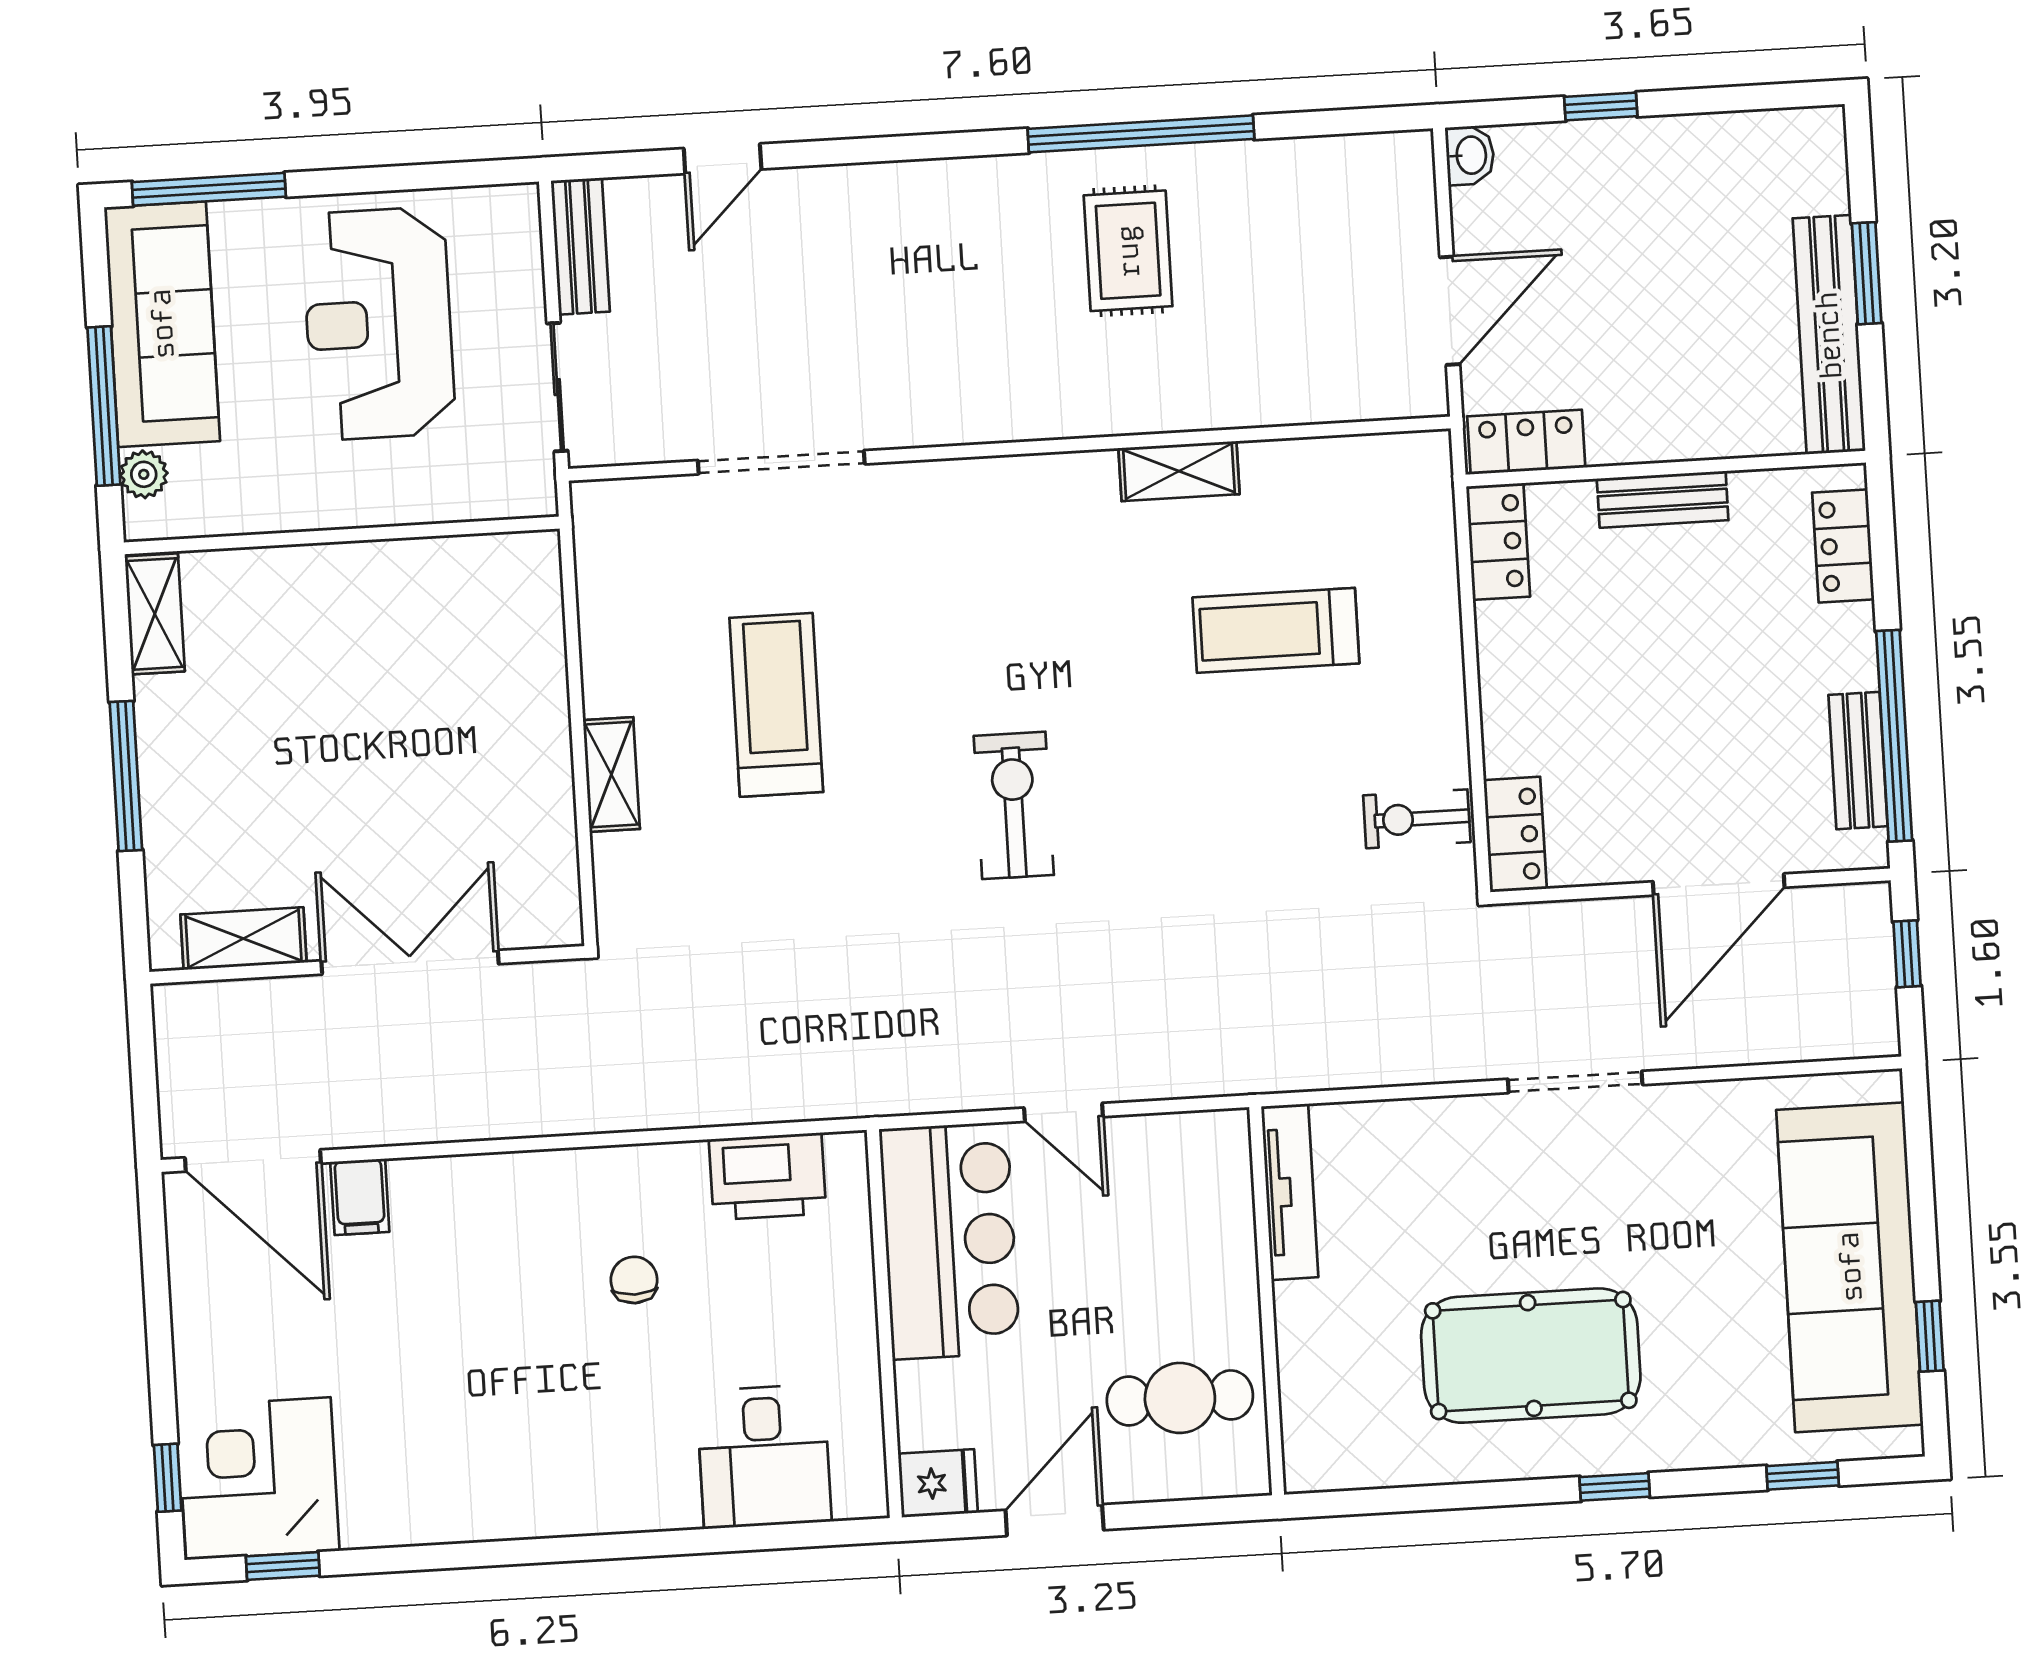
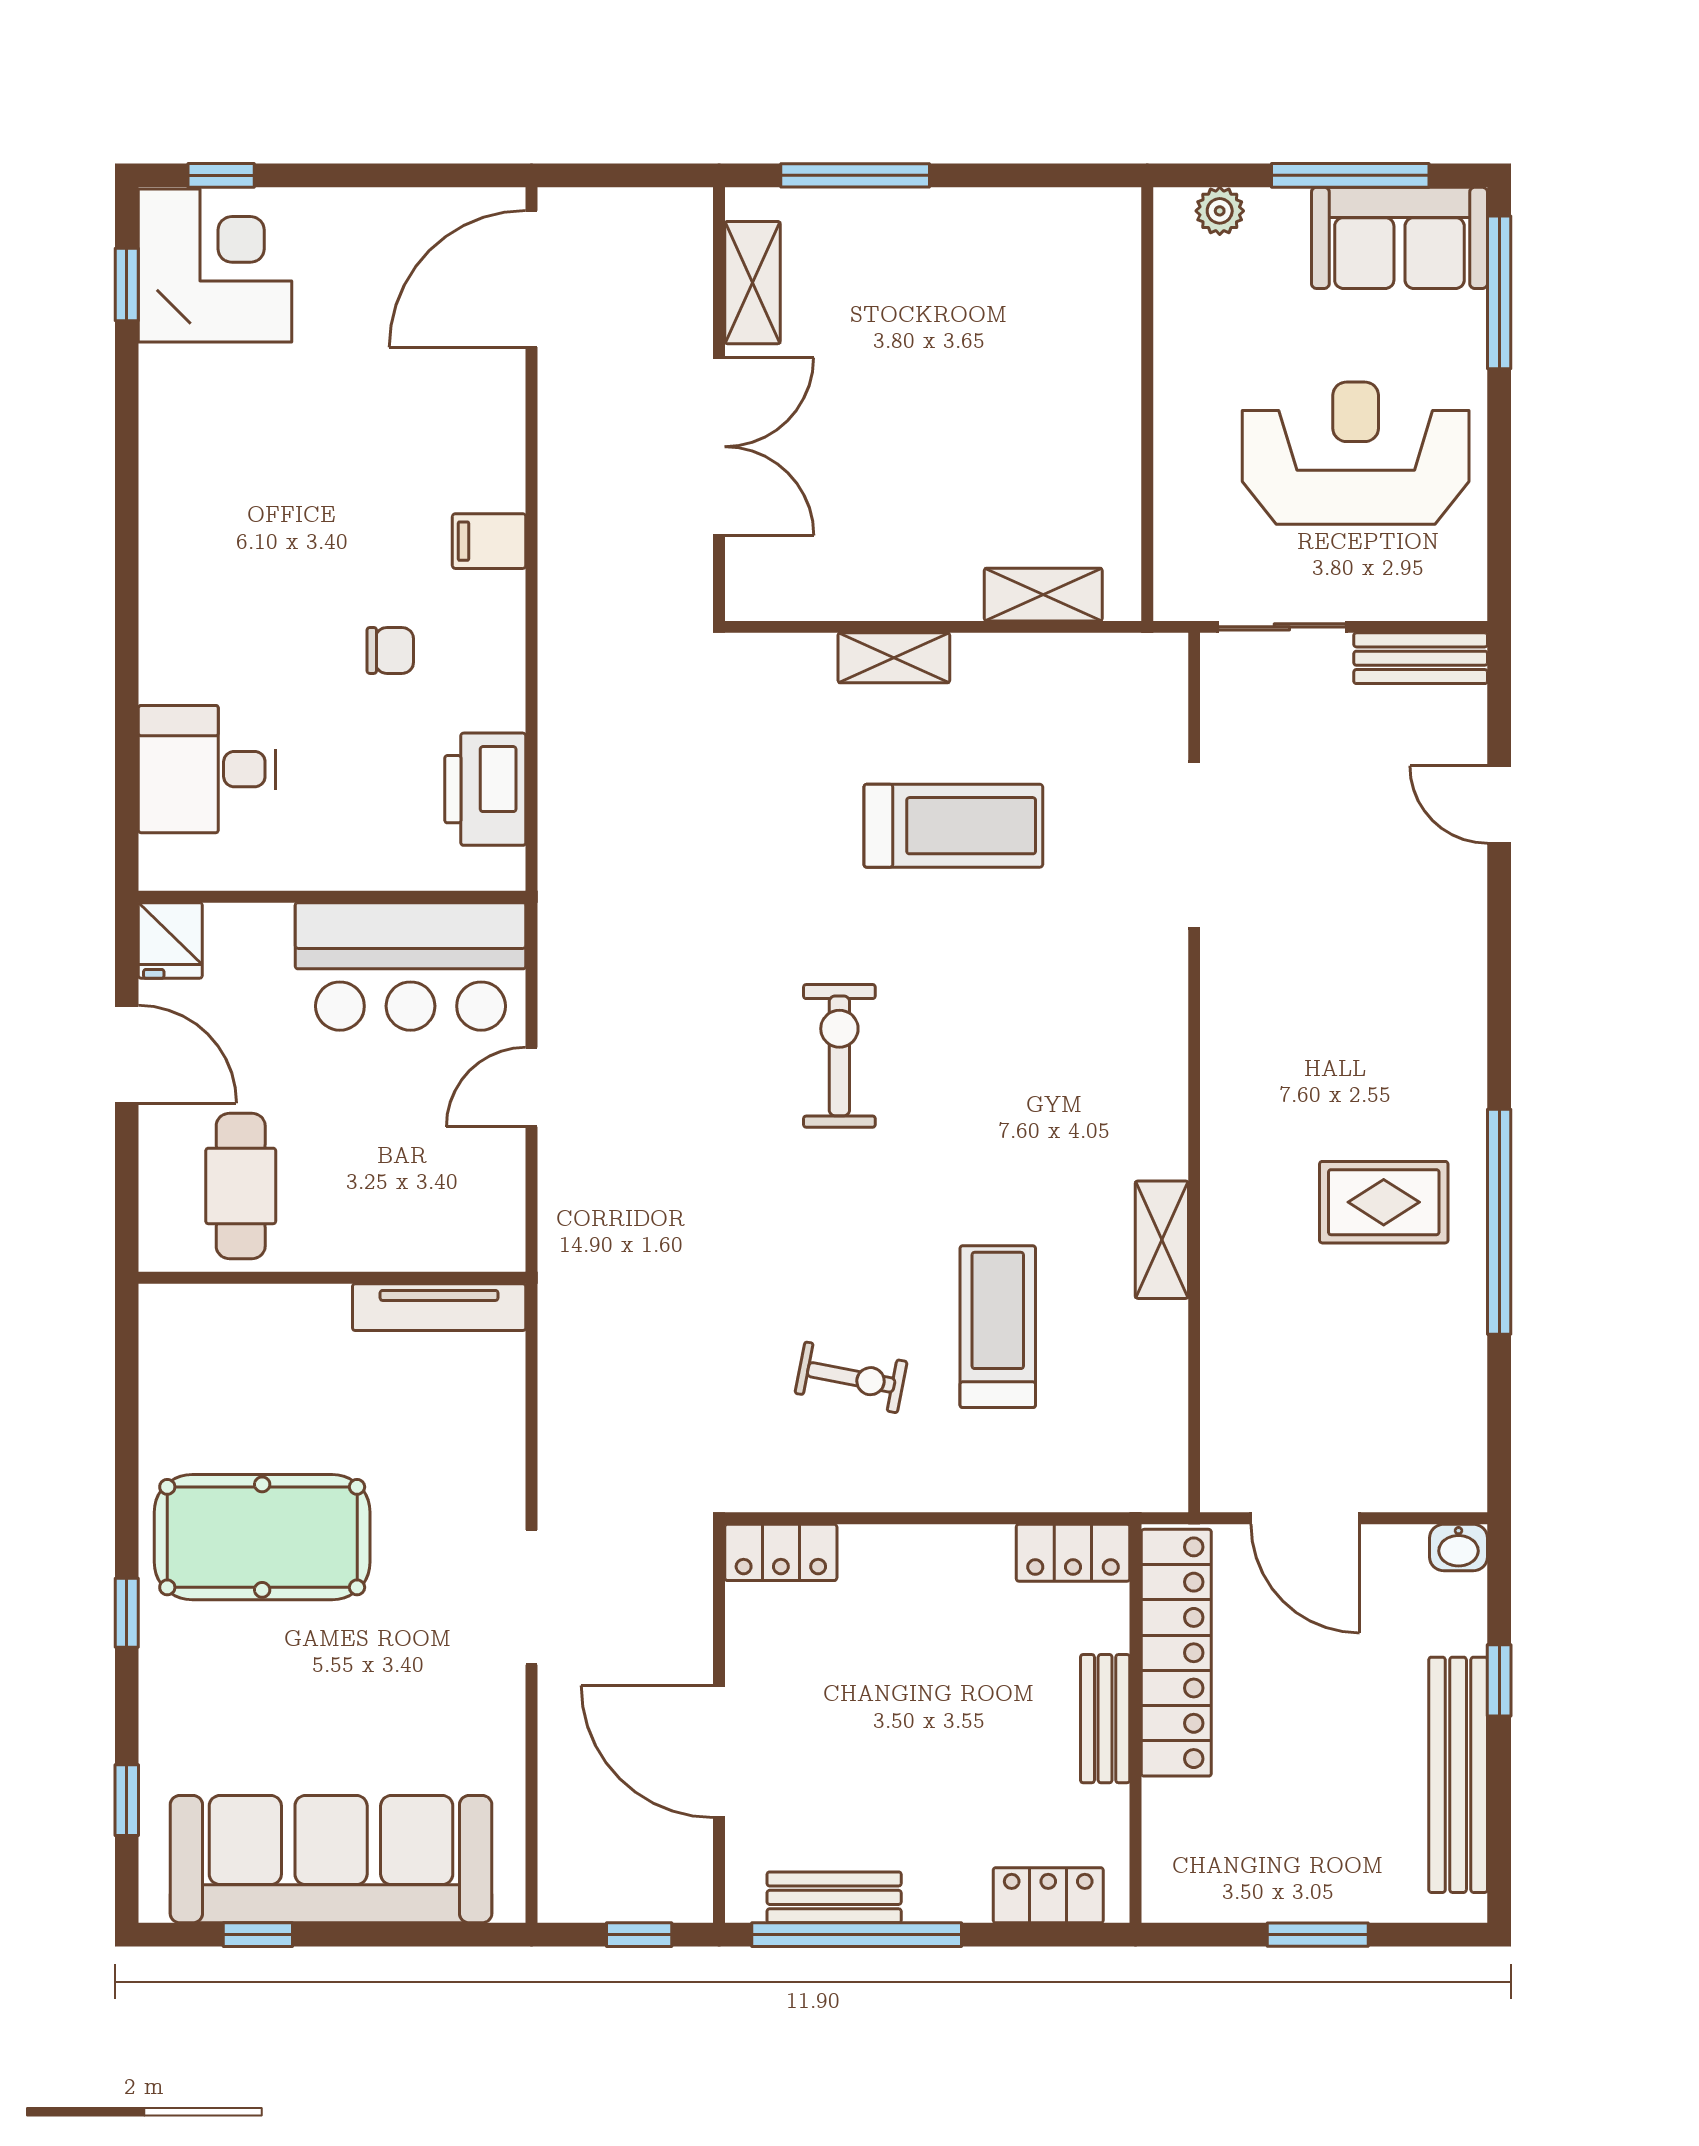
sofa: (162, 324) -> (1399, 238), width x0.73
bench: (1829, 335) -> (1458, 1775), moved, turned 90
window: (104, 406) -> (1350, 175), moved
locker: (1526, 442) -> (1176, 1653), width x2.16, depth x1.21
shelving: (155, 614) -> (1043, 595), moved
window: (126, 776) -> (855, 175), moved
exercise bike: (1014, 805) -> (839, 1056), turned -90
exercise bike: (1417, 819) -> (851, 1377), moved, turned 101
filing cabinet: (360, 1197) -> (489, 541), moved
pool table: (1531, 1356) -> (262, 1537), turned 90

